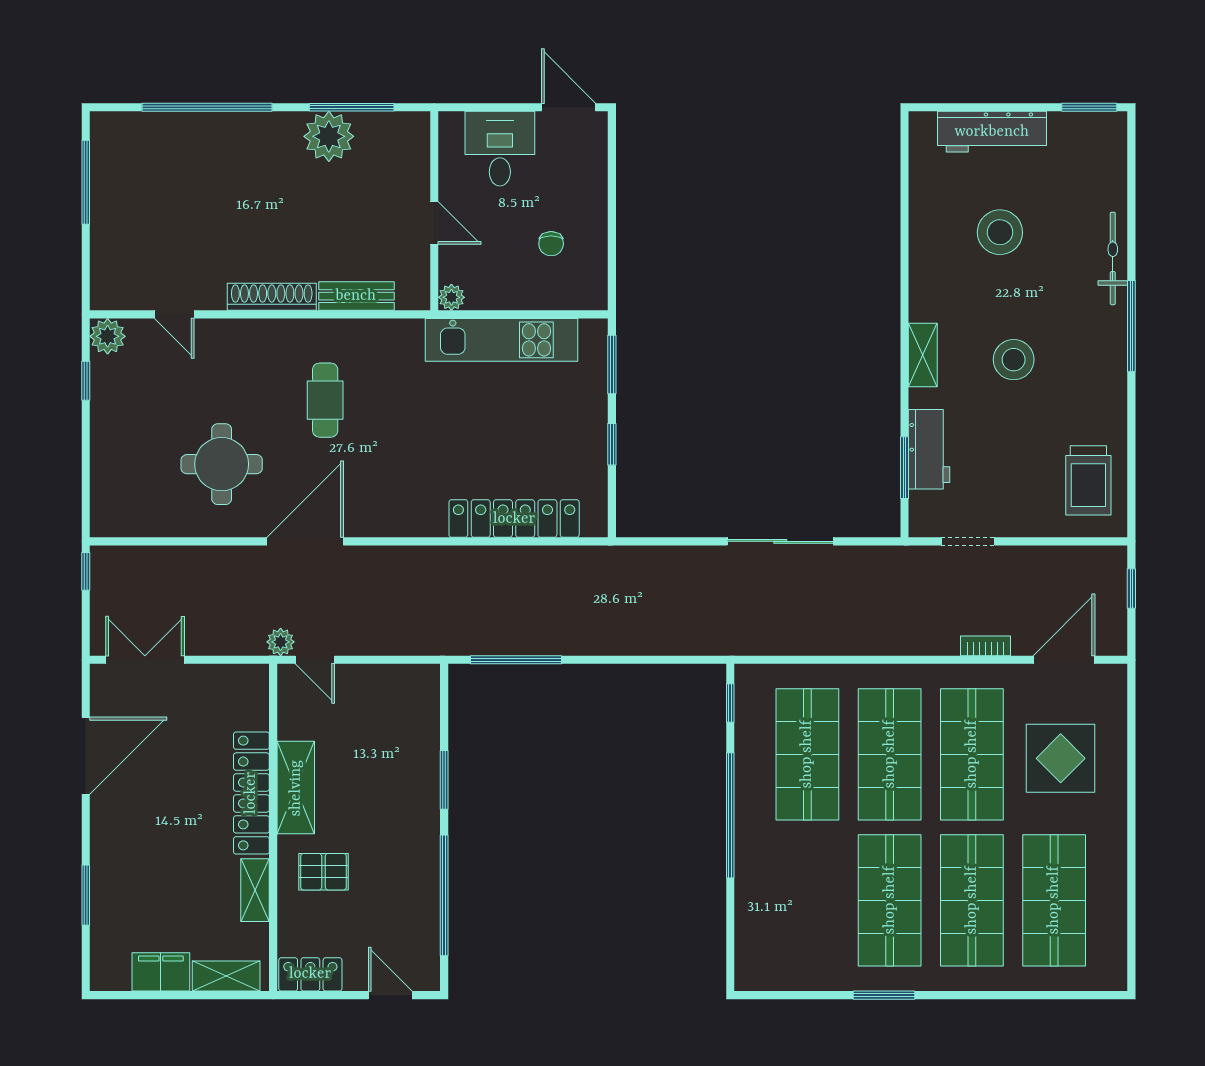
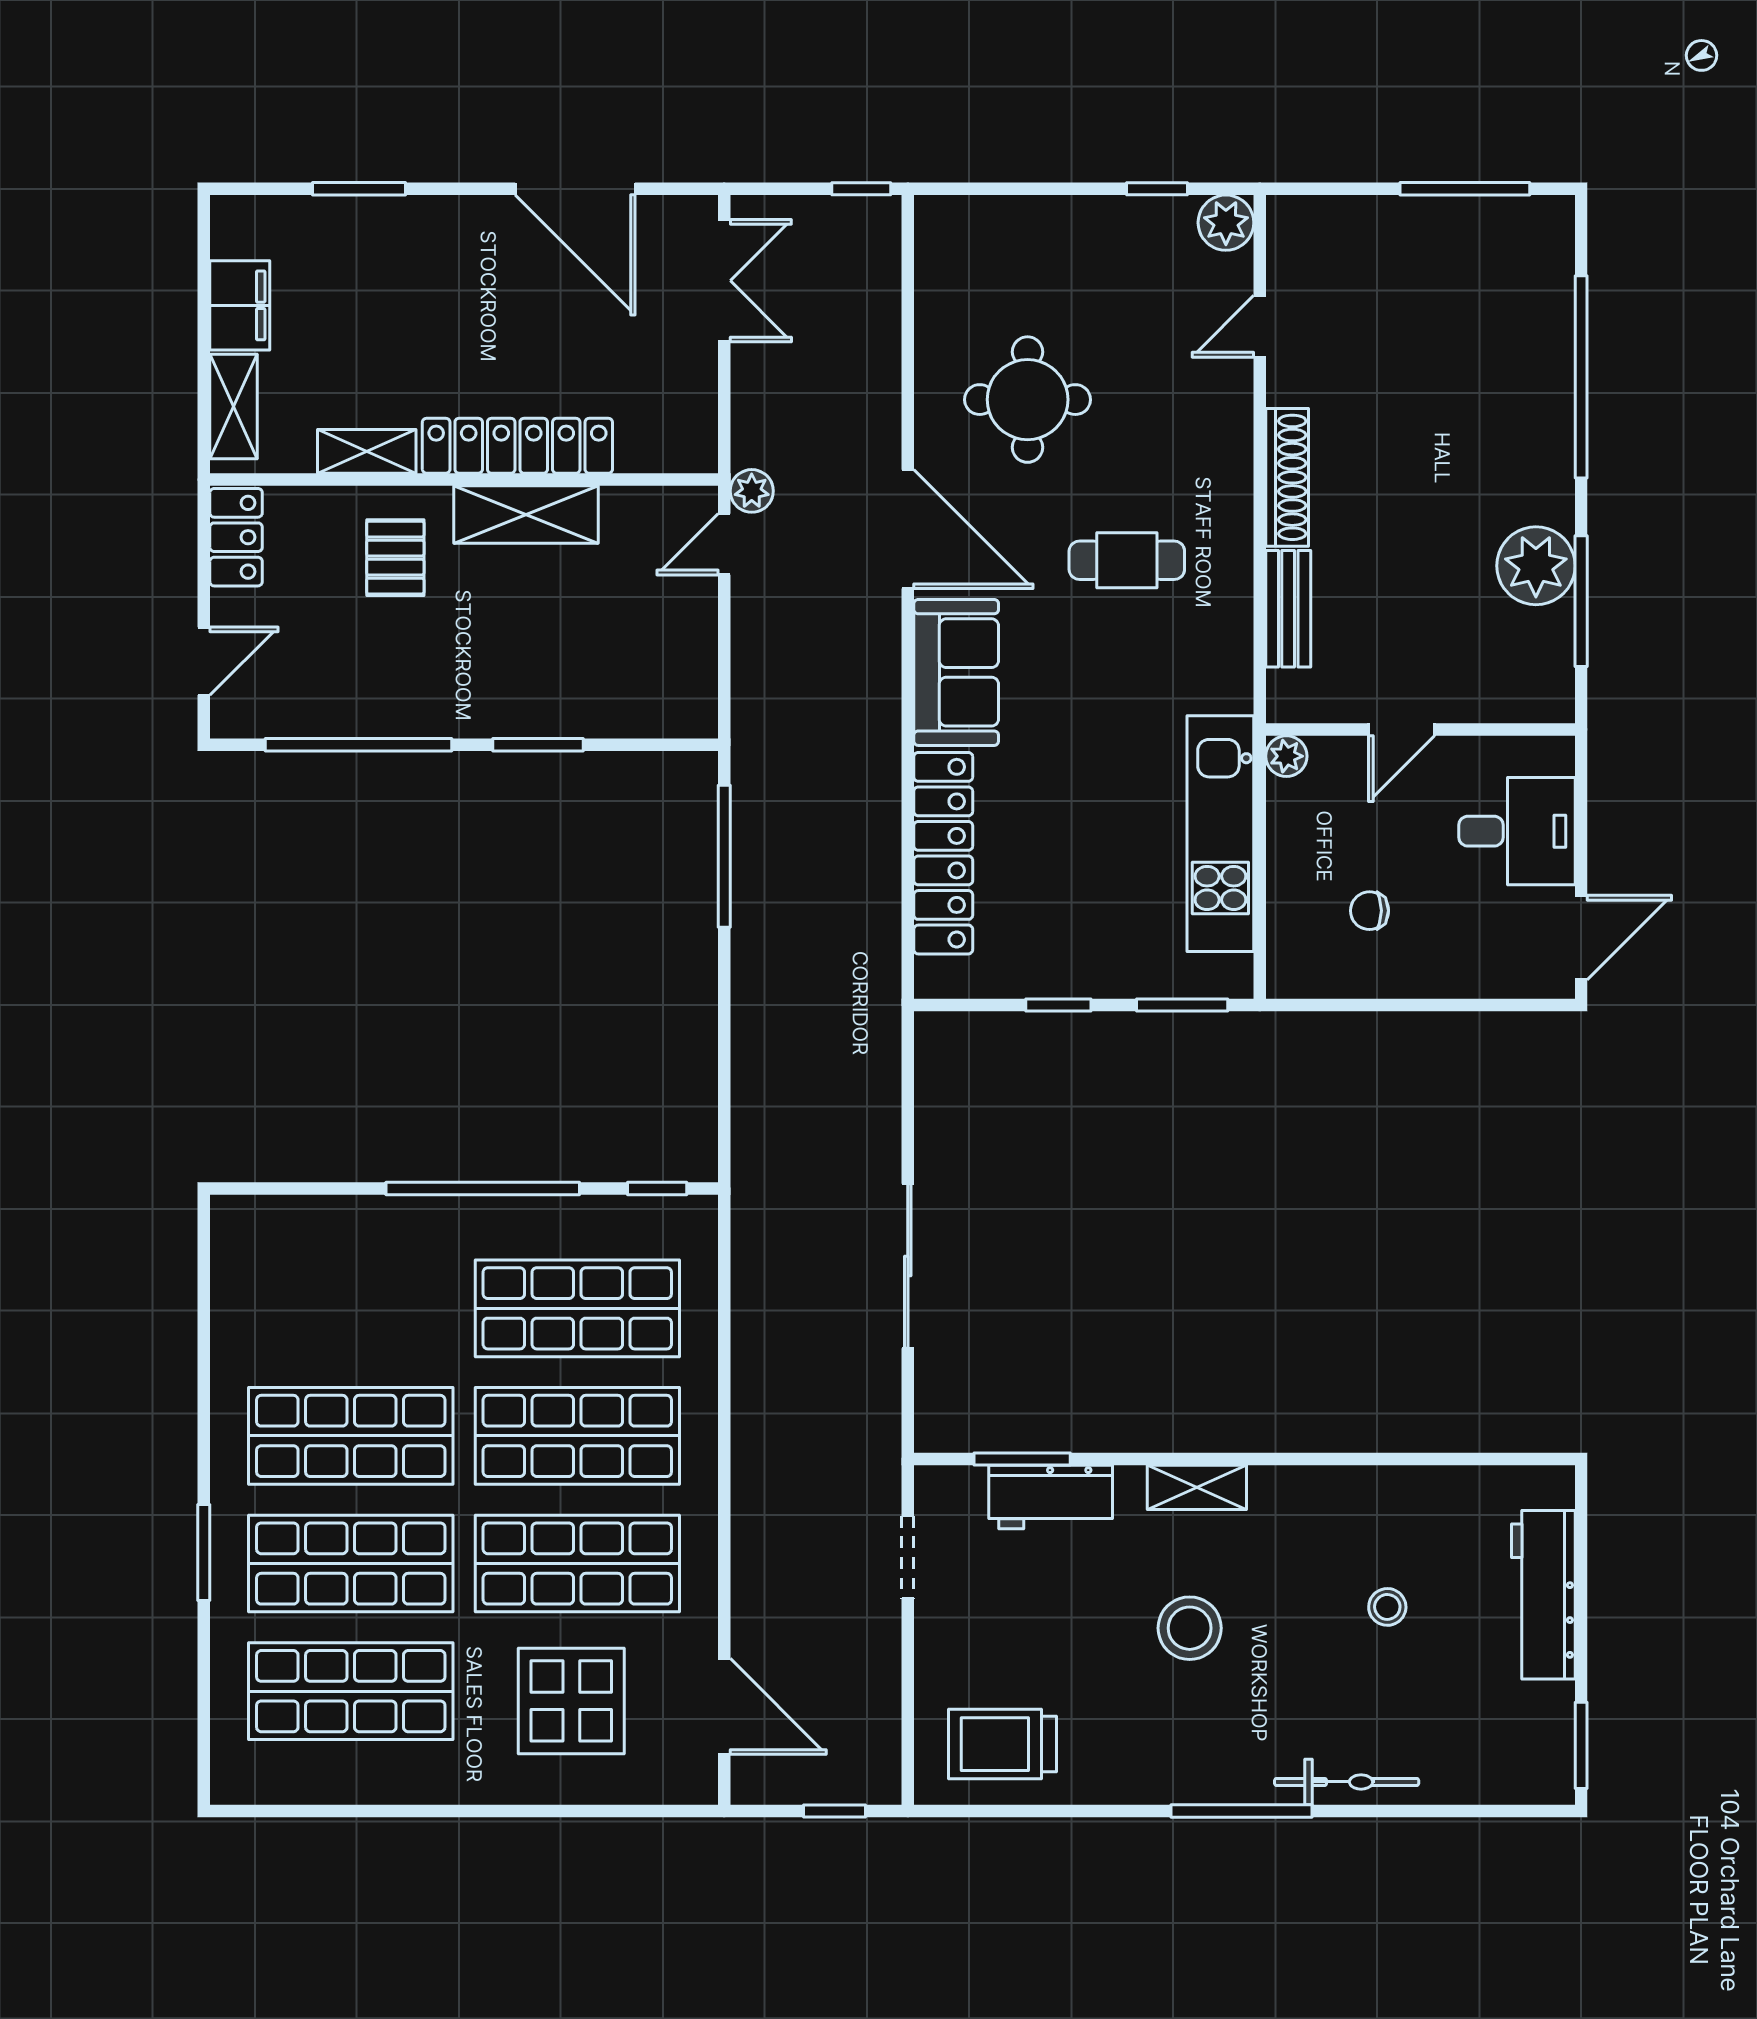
stool: (1000, 232) -> (1387, 1607), width x0.53, depth x0.53
sofa: (398, 510) -> (956, 672), added
bookcase: (985, 646) -> (746, 1584), removed
window: (884, 995) -> (204, 1553), moved

